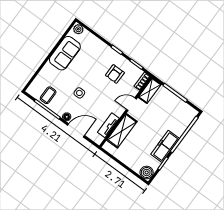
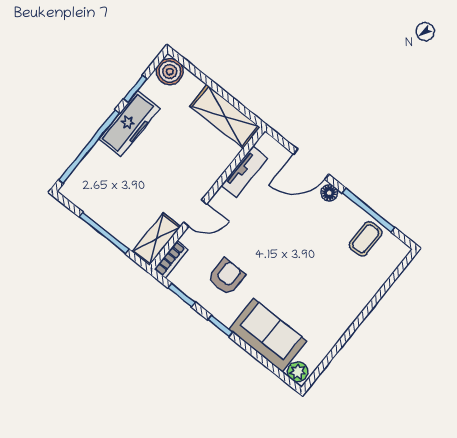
sofa: (65, 53) -> (268, 335), moved, turned 90
side table: (79, 93) -> (301, 241), removed
shelving: (122, 131) -> (225, 116), moved, turned 90

